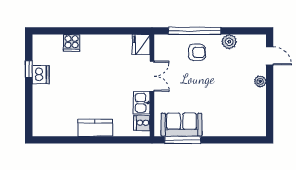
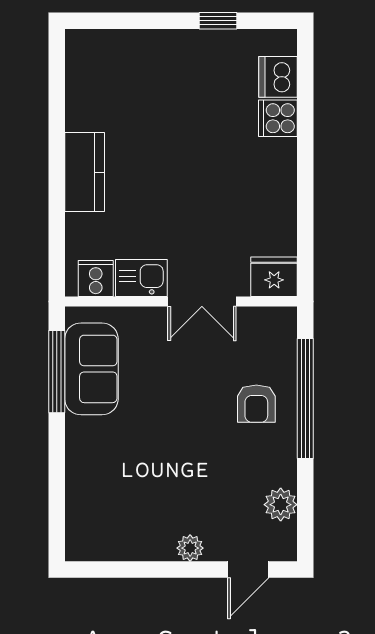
plant: (229, 42) -> (281, 505), moved
dishwasher: (41, 75) -> (278, 77), moved, turned 90

